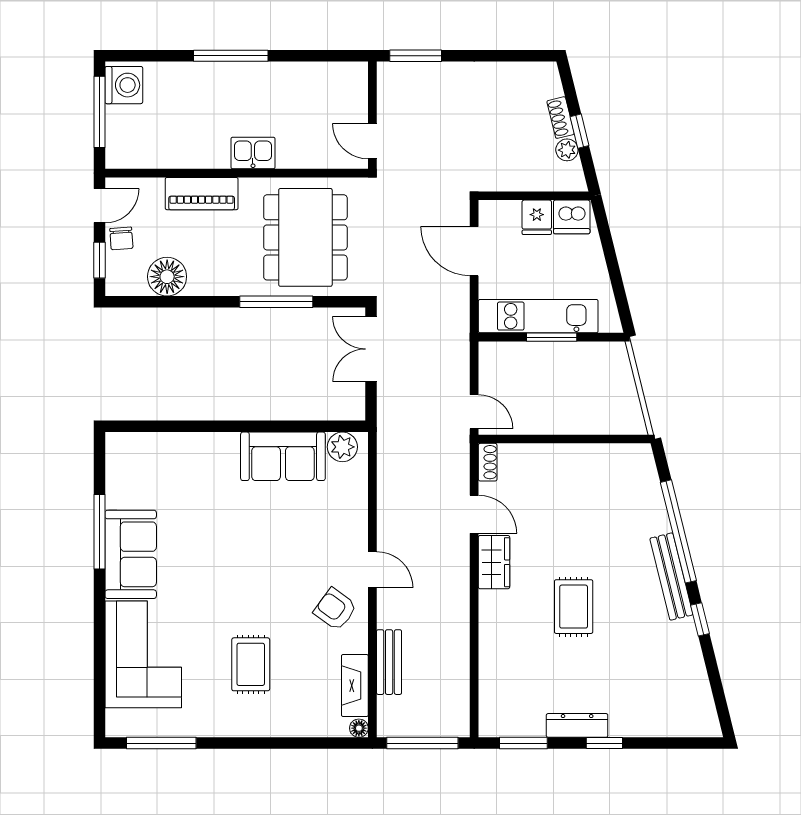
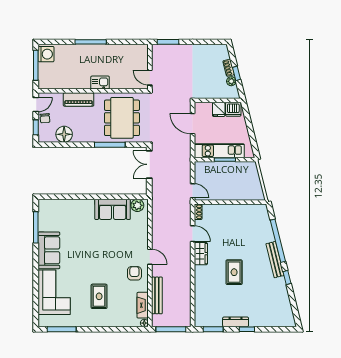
window: (99, 532) -> (36, 227), moved
armchair: (335, 609) -> (134, 273), turned 54
bench: (389, 662) -> (157, 295), width x1.36

